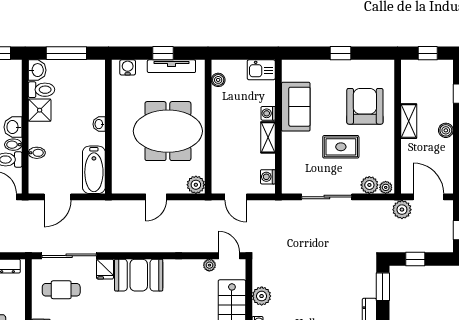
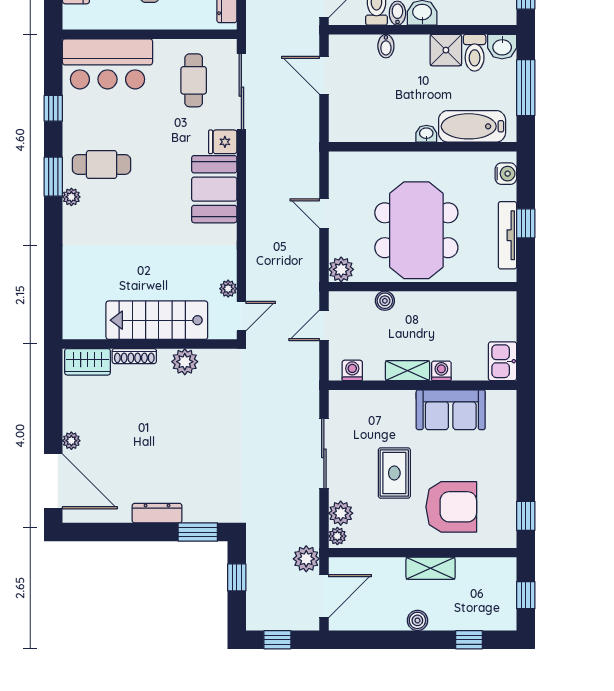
window: (340, 53) -> (526, 516), moved
boiler: (218, 80) -> (385, 301), moved
bathtub: (94, 170) -> (472, 126), moved

